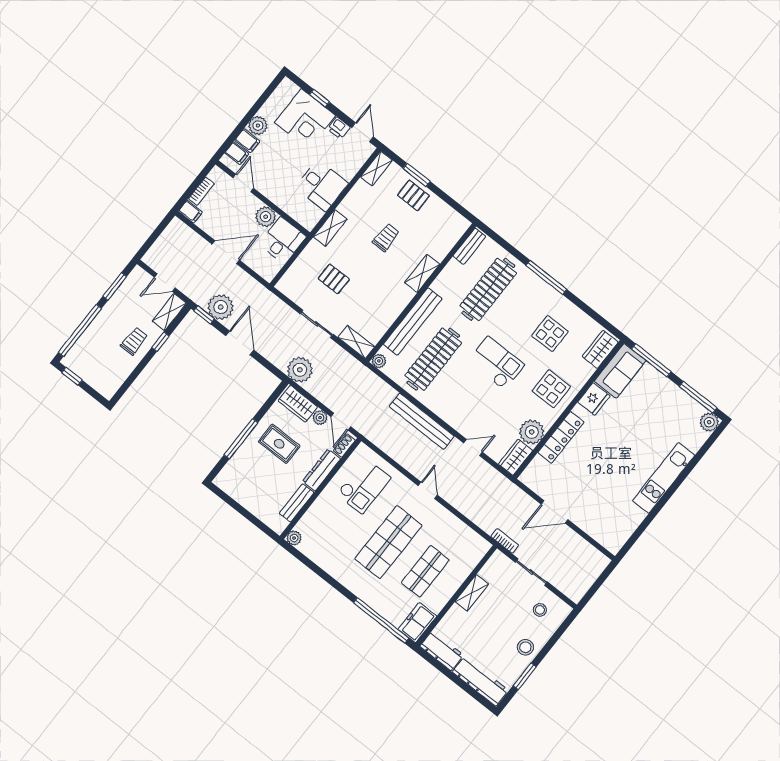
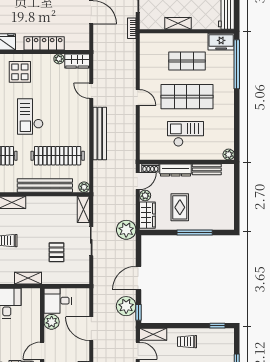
window: (160, 342) -> (217, 326), moved
plant: (532, 432) -> (59, 59), width x0.53, depth x0.53
checkout: (364, 486) -> (186, 134), moved
door: (428, 490) -> (138, 97), swing flipped

